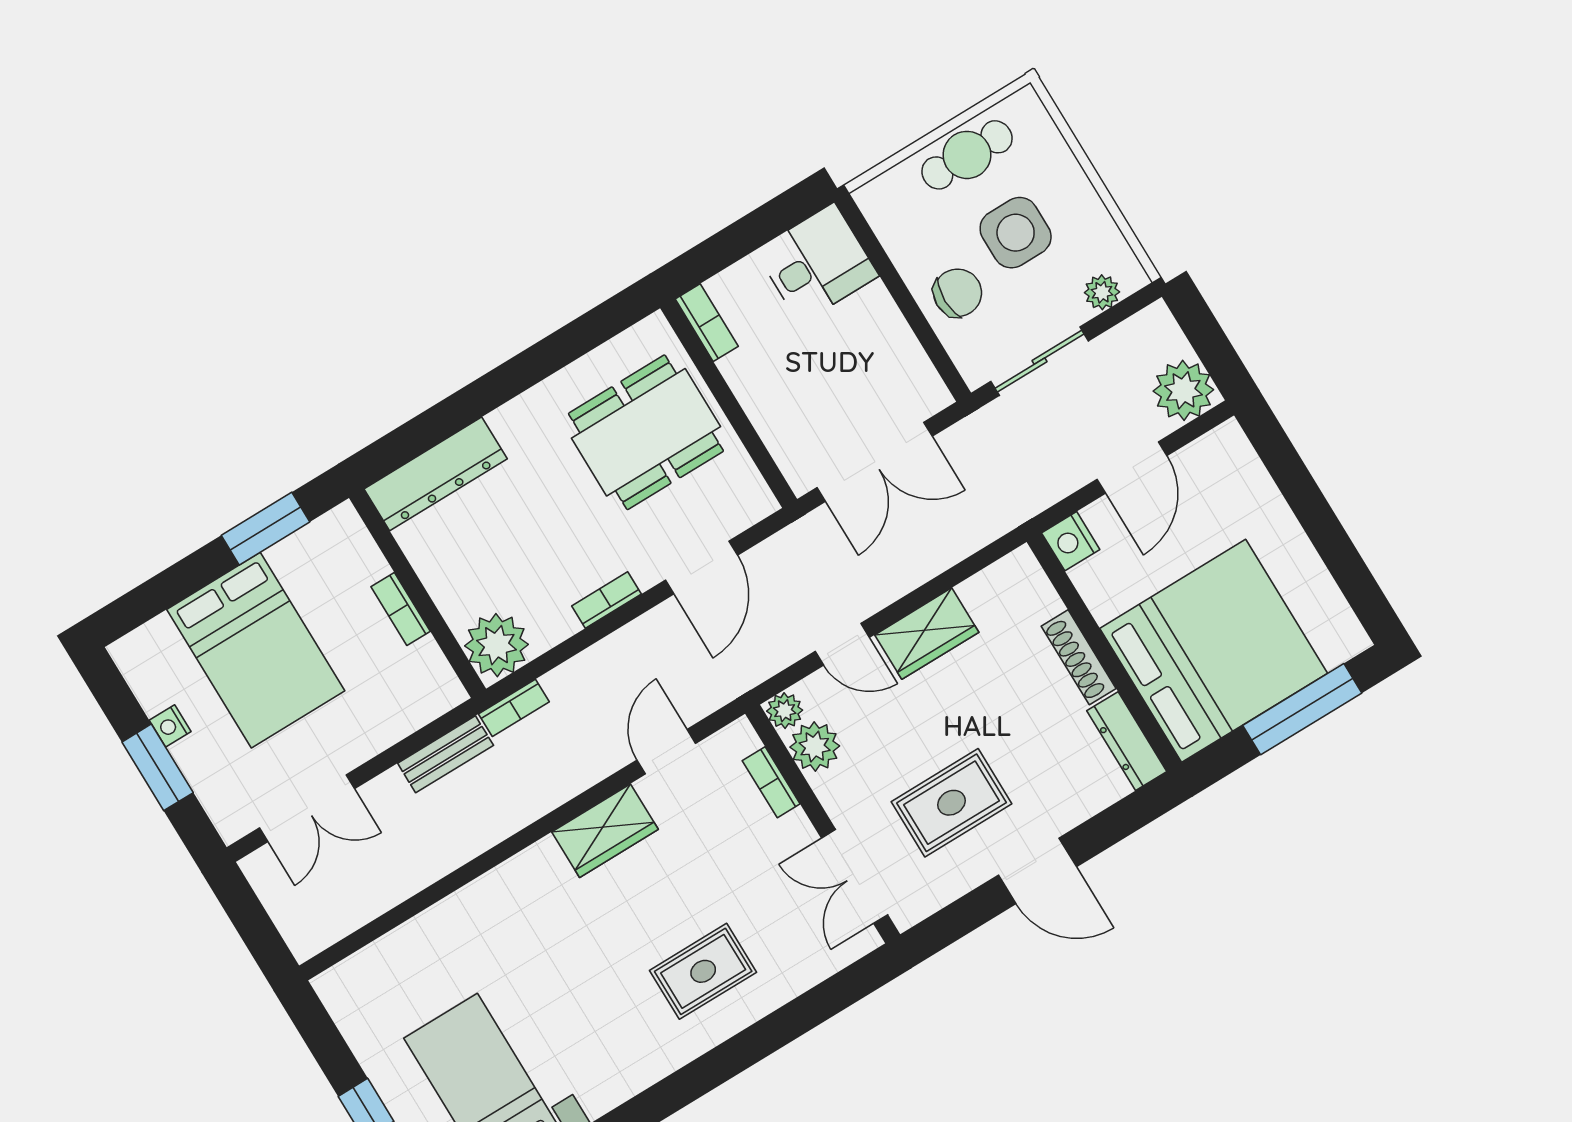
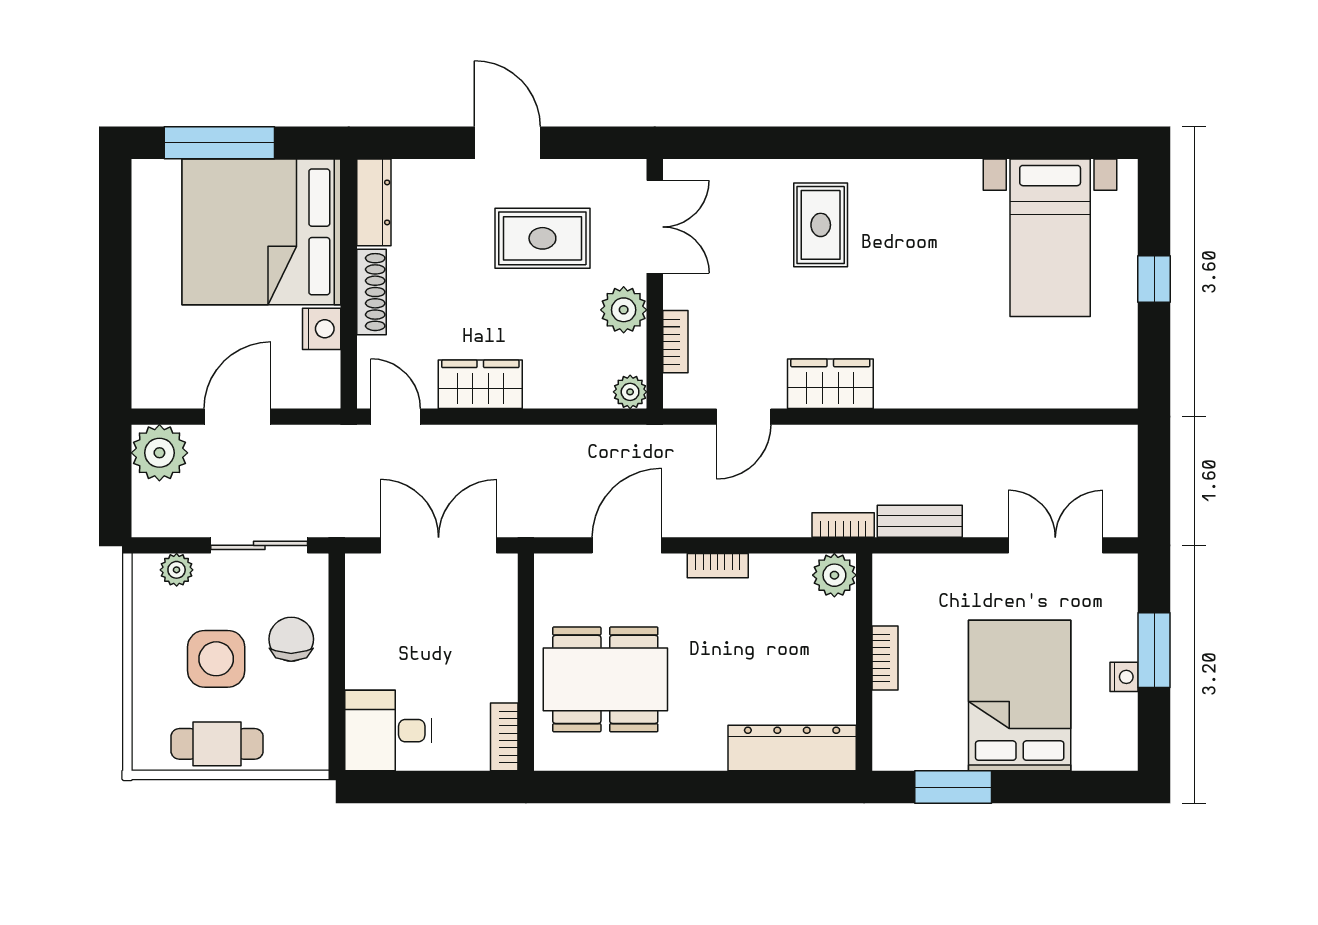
chair: (958, 293) -> (291, 639), turned 90
nightstand: (1071, 541) -> (322, 329), moved
door: (842, 644) -> (396, 417), moved
plant: (497, 645) -> (834, 575), width x0.73, depth x0.73
plant: (815, 747) -> (624, 310), moved
rug: (703, 971) -> (821, 225), turned 90

